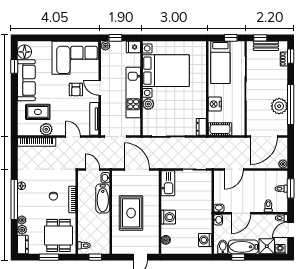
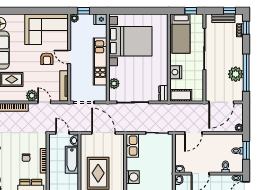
window: (260, 38) -> (230, 11), moved
plant: (148, 104) -> (114, 84), moved
plant: (46, 129) -> (32, 96), moved

